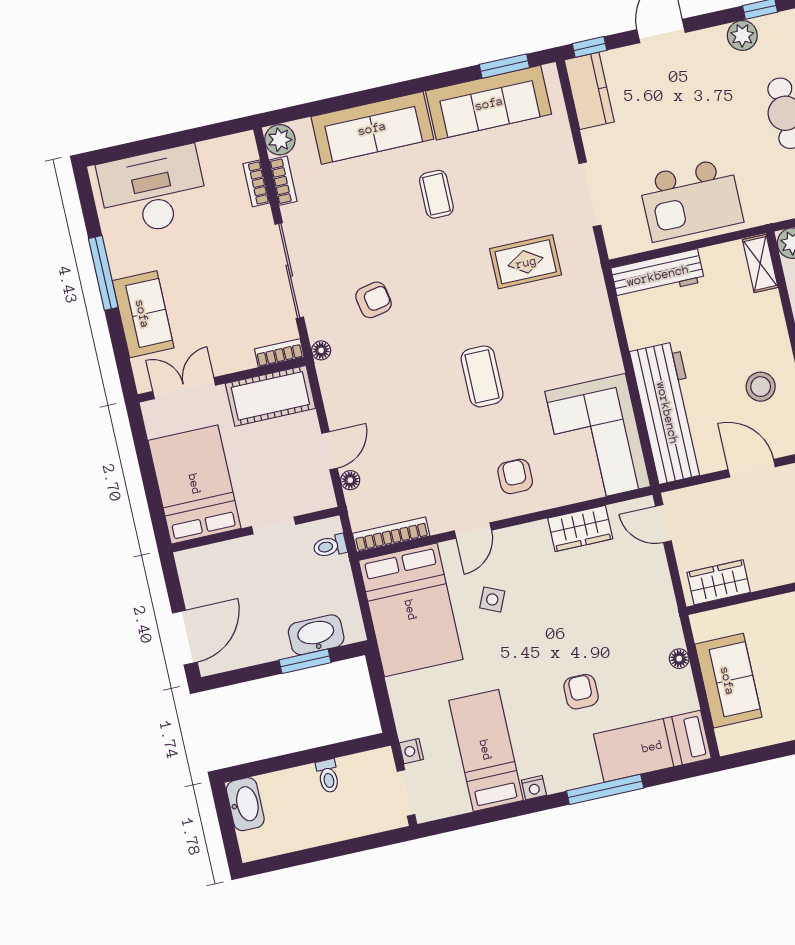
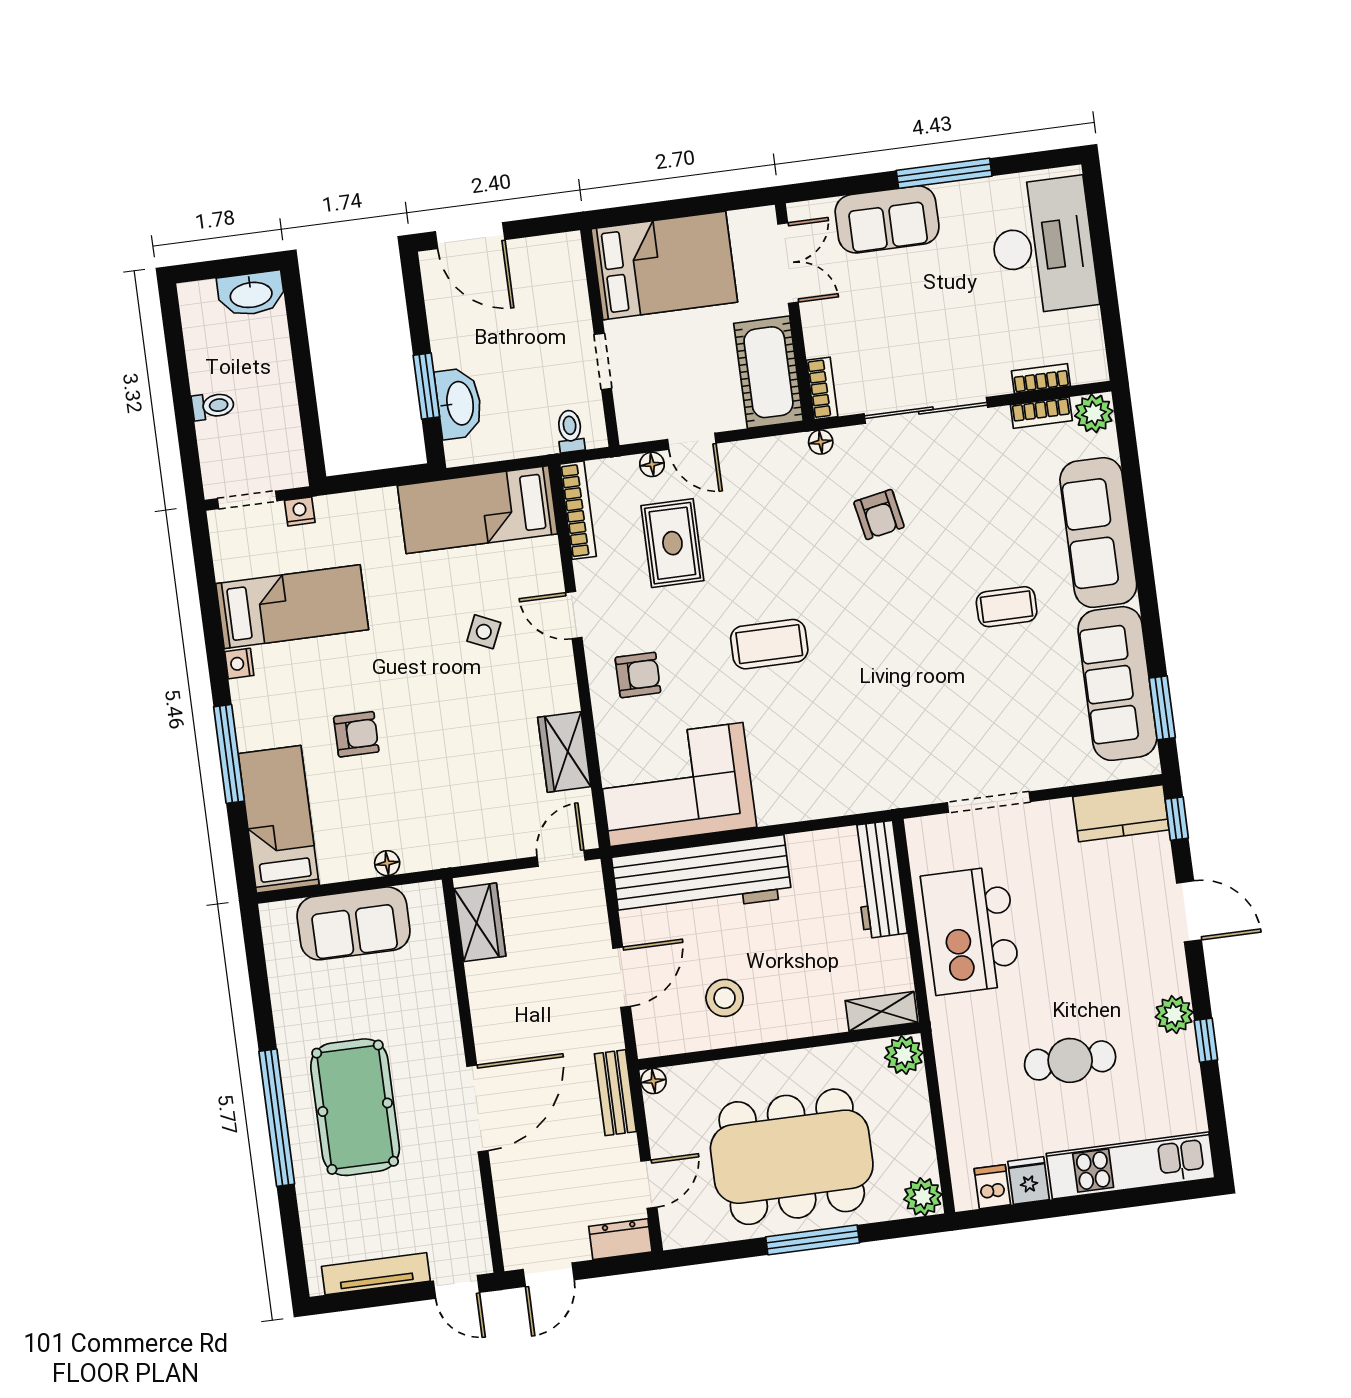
rug: (526, 262) -> (672, 543), moved
bed: (411, 610) -> (477, 510), width x0.67
toilet: (328, 776) -> (213, 406), moved, turned 180

